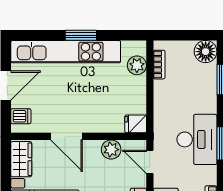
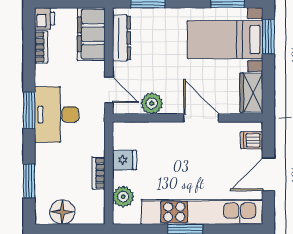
floor lamp: (206, 52) -> (62, 212), moved
bookcase: (159, 65) -> (99, 173), moved
fridge: (136, 124) -> (124, 160), moved

